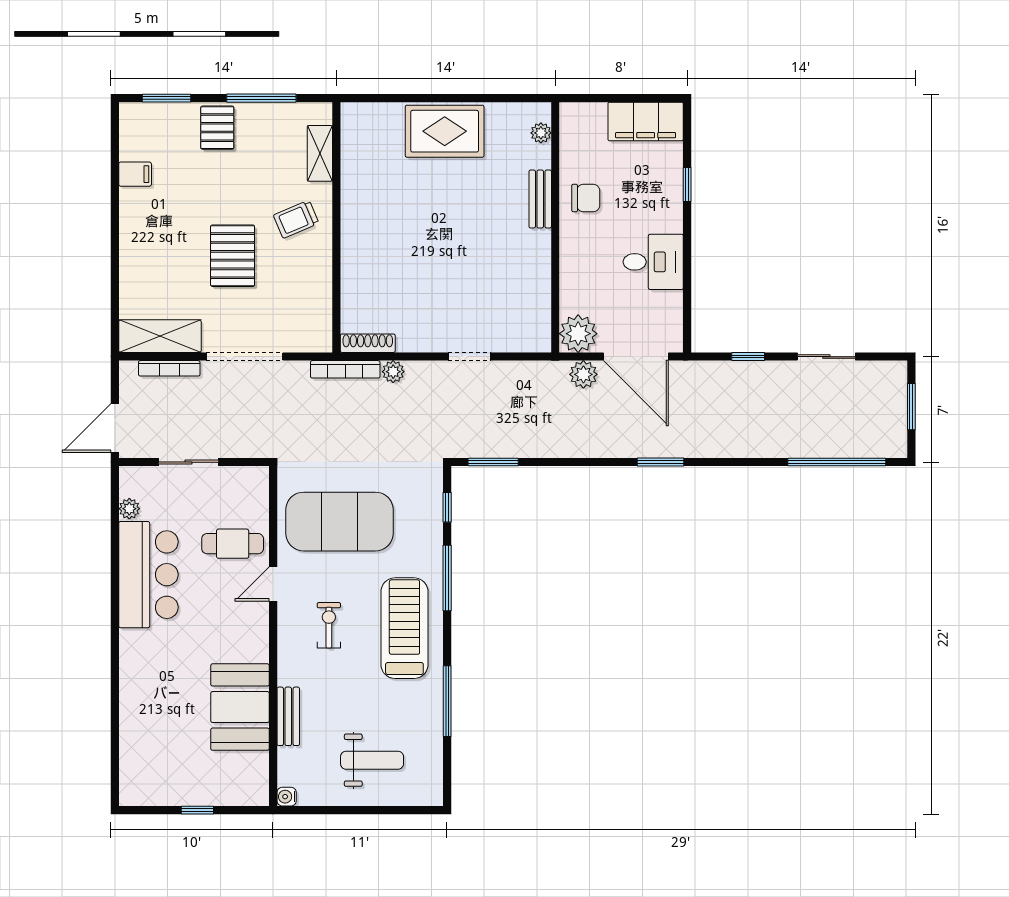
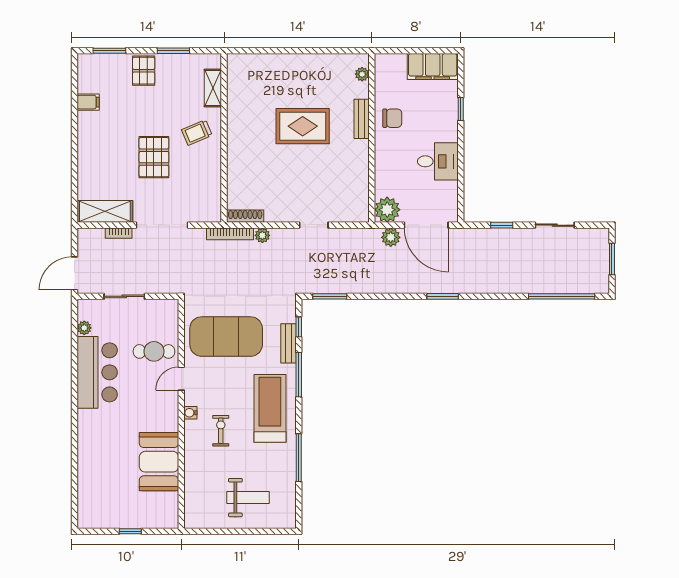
window: (261, 98) -> (173, 51), width x0.69
rug: (445, 131) -> (303, 126), moved
bookcase: (169, 368) -> (119, 233), width x0.64
exercise bike: (329, 625) -> (221, 431), moved
bench: (288, 716) -> (289, 343), moved
water cooler: (287, 797) -> (190, 413), moved

